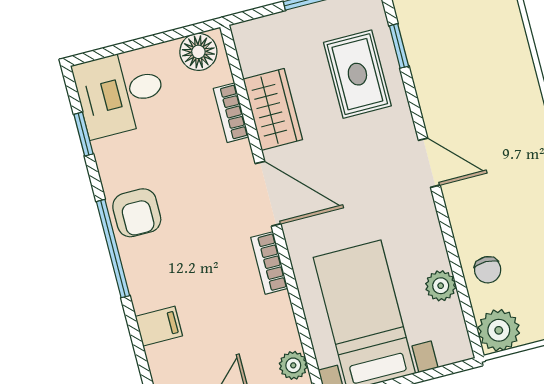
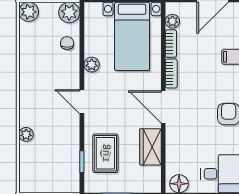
plant: (522, 71) -> (26, 134), added
bookcase: (231, 113) -> (171, 44), moved
plant: (441, 286) -> (92, 65), moved

